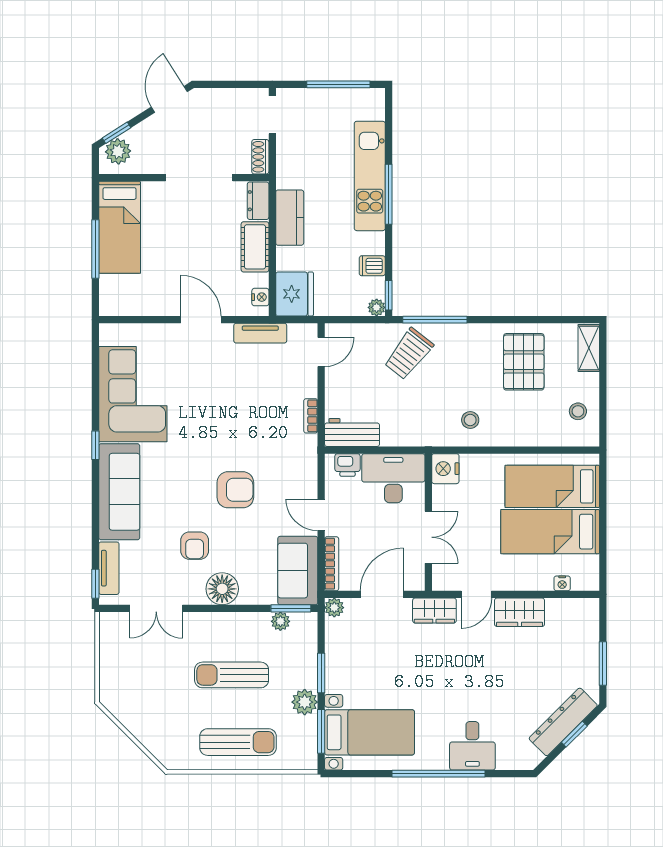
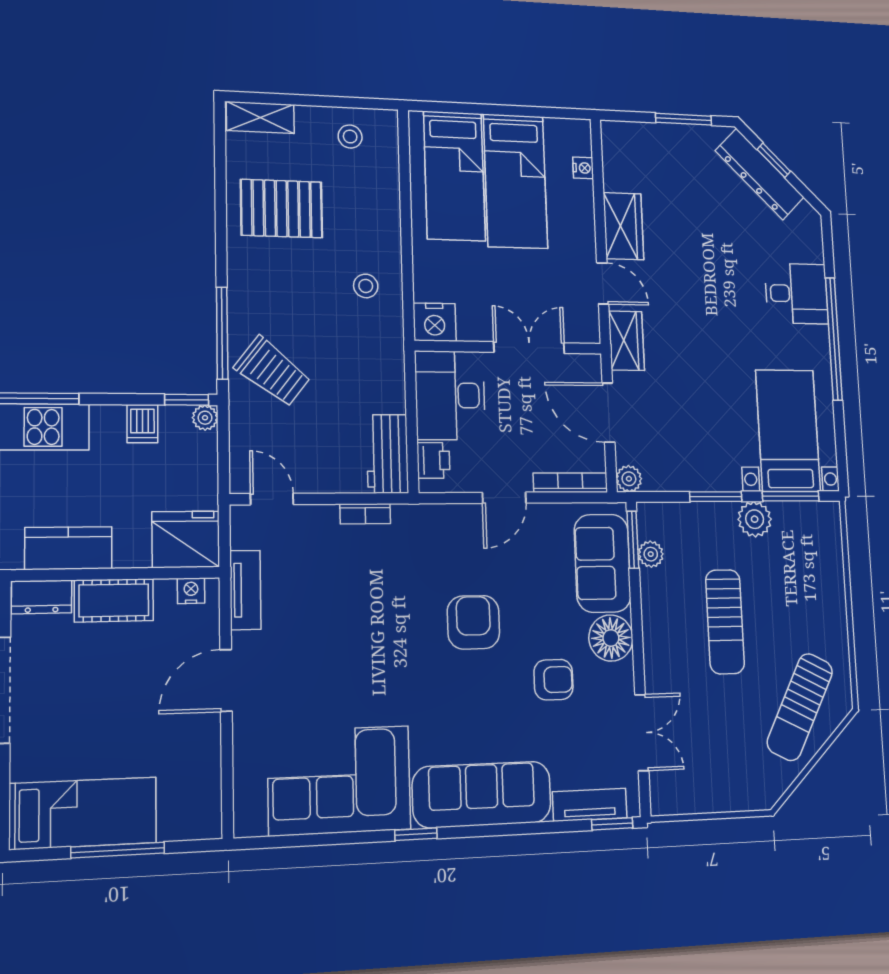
sofa: (298, 571) -> (603, 563), moved, turned 90
sun lounger: (238, 742) -> (800, 707), moved, turned -153

